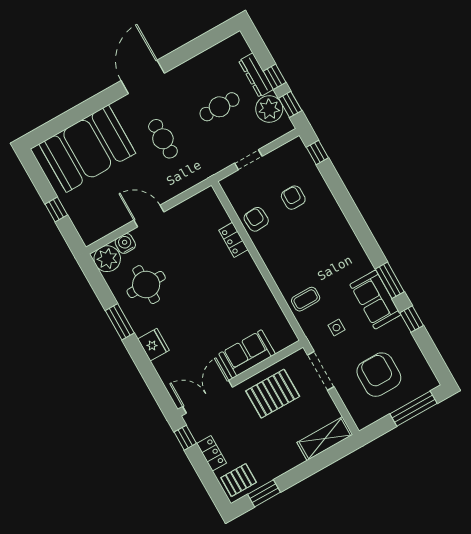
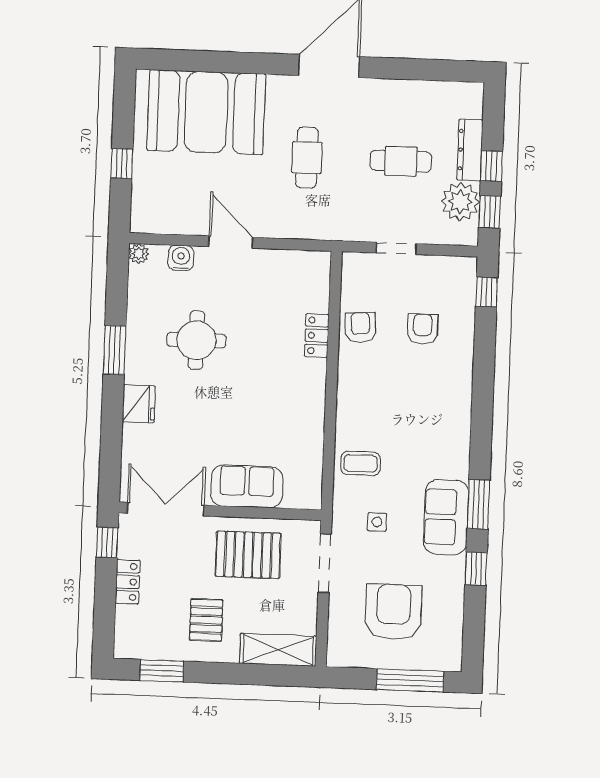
plant: (107, 259) -> (139, 254), width x0.53, depth x0.53
round table: (146, 285) -> (196, 340), moved
pallet: (239, 480) -> (206, 620), moved, turned 90

